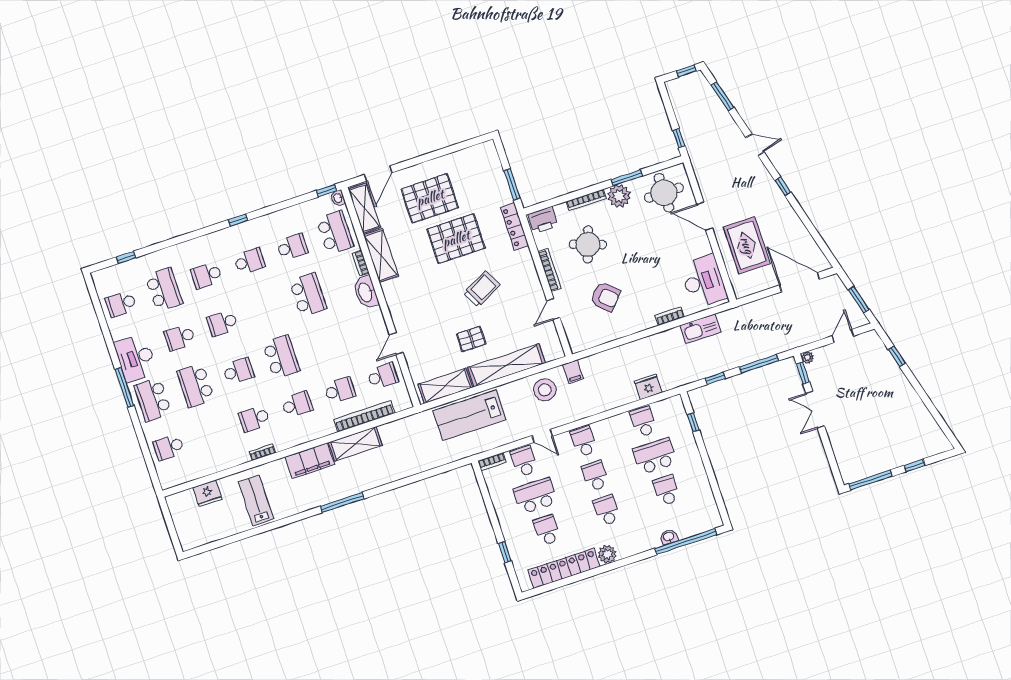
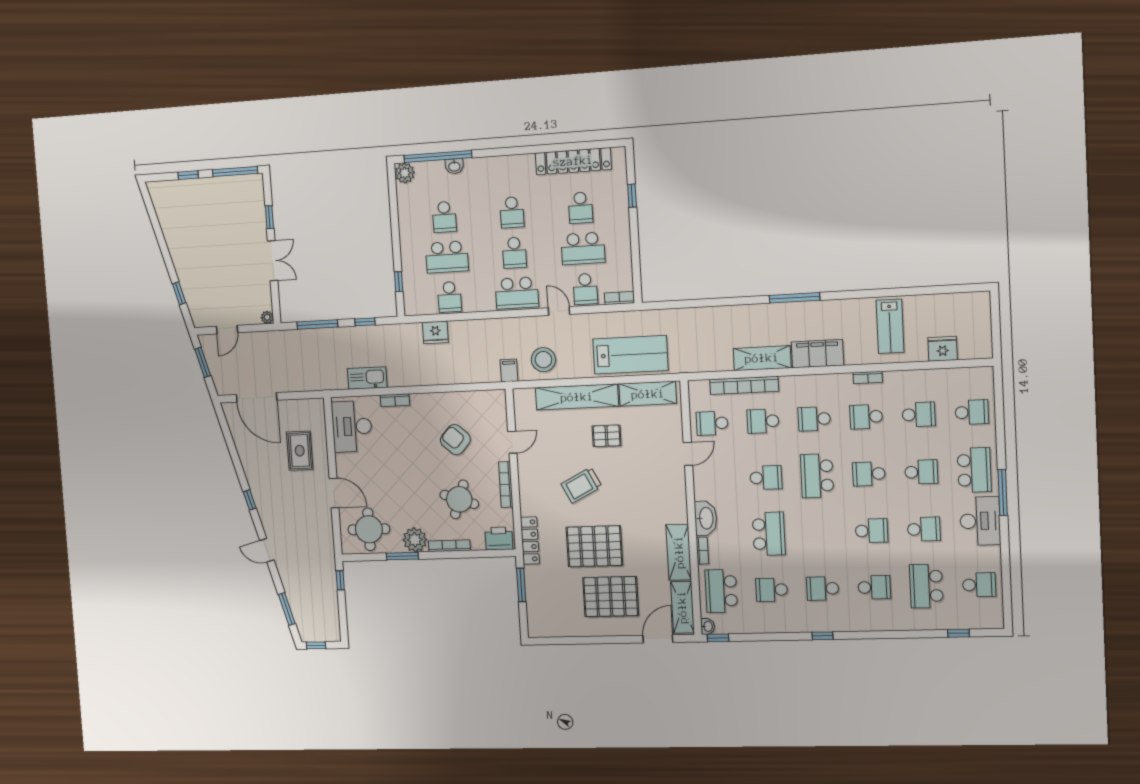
rug: (747, 245) -> (300, 451), width x0.73, depth x0.70
school desk: (308, 295) -> (769, 534), turned 180
school desk: (324, 343) -> (766, 478), added
window: (803, 373) -> (269, 217), moved
school desk: (196, 385) -> (921, 472), width x0.54
school desk: (254, 419) -> (866, 417), turned 180
school desk: (211, 433) -> (919, 414), added
school desk: (584, 441) -> (517, 293), width x1.85
plant: (607, 554) -> (405, 173), moved

